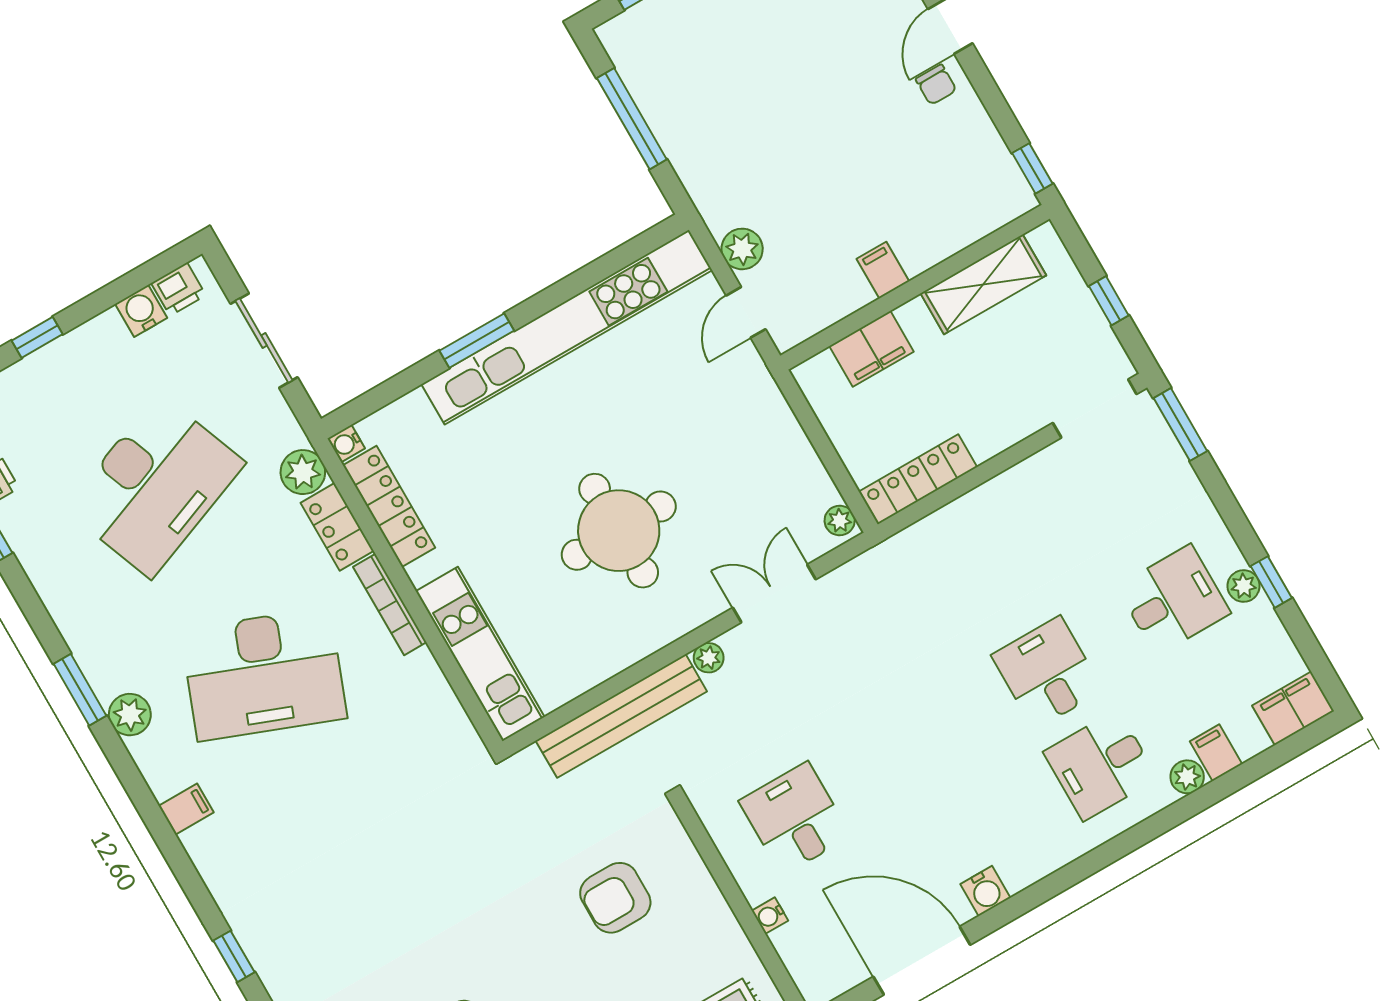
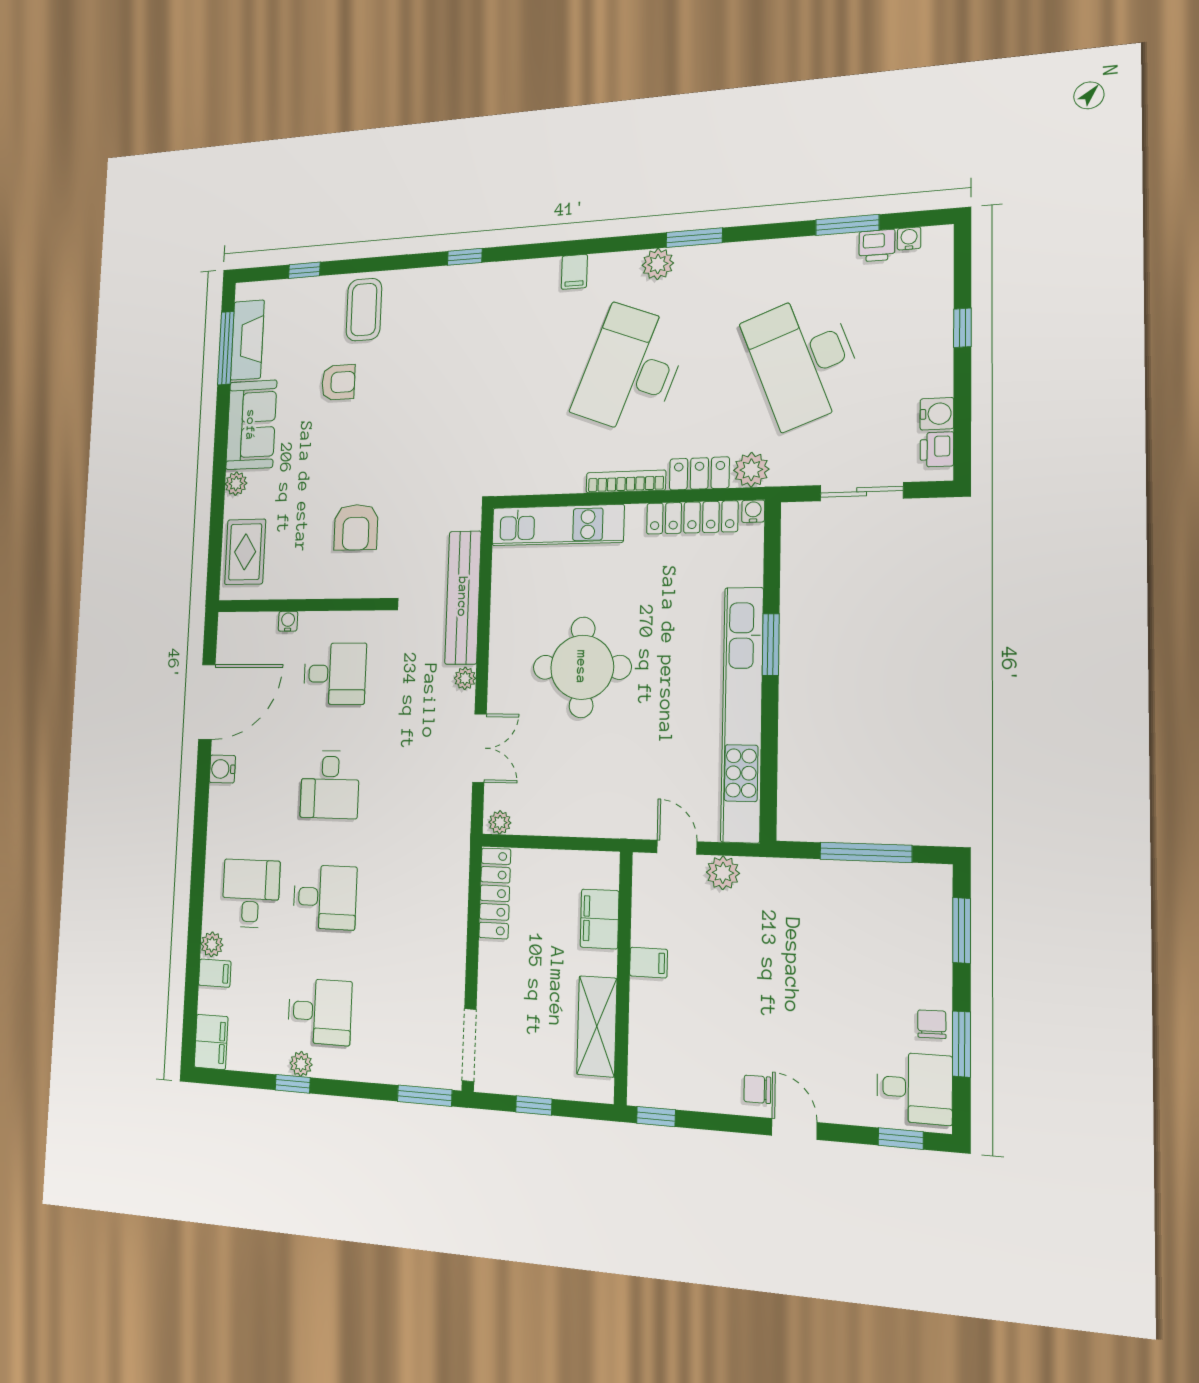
desk: (1173, 600) -> (320, 1012), turned -90
desk: (921, 746) -> (330, 785), added
armchair: (615, 898) -> (356, 527), turned 180

